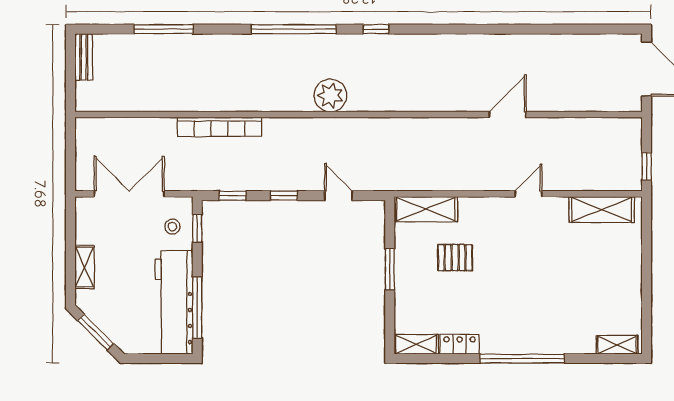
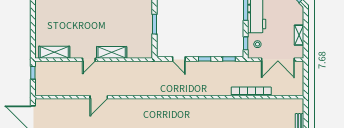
plant: (330, 96) -> (183, 106), removed
bookcase: (219, 127) -> (251, 91), moved
shelving: (426, 209) -> (112, 52), moved
pallet: (455, 258) -> (124, 29), removed
shelving: (85, 267) -> (299, 35), moved

